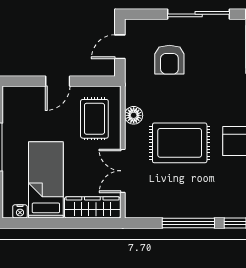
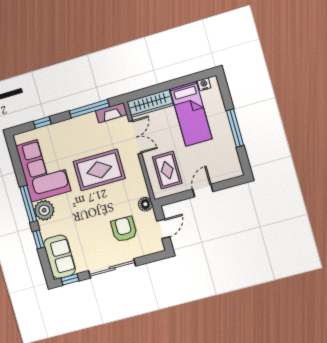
floor lamp: (134, 115) -> (145, 204), moved
fireplace: (144, 210) -> (111, 113), added
window: (188, 223) -> (89, 109), moved

